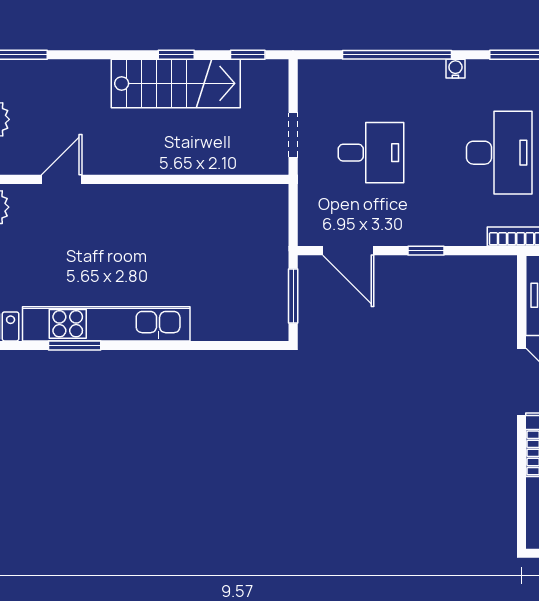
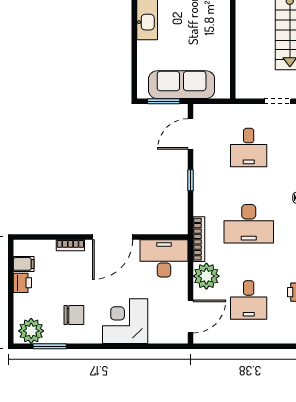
doorway: (293, 135) -> (278, 101), moved
sofa: (265, 266) -> (182, 85), added

